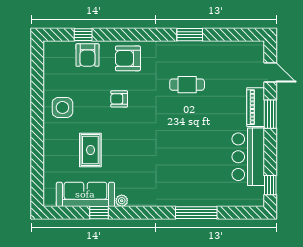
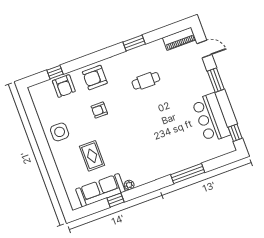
piano: (256, 107) -> (179, 39), moved, turned -90

